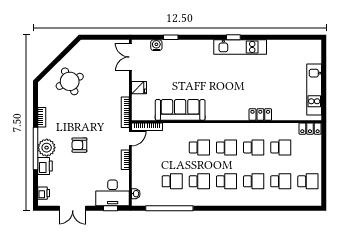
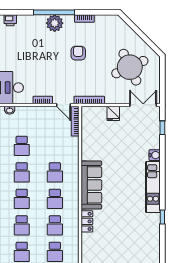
window: (171, 37) -> (162, 128), moved
window: (233, 37) -> (162, 217), moved
water cooler: (156, 45) -> (155, 155), moved
kitchen unit: (240, 47) -> (153, 187), moved
round table: (70, 81) -> (130, 67), moved, width x1.36, depth x1.36
sofa: (180, 110) -> (91, 185), moved
locker: (260, 115) -> (87, 221), moved
armchair: (79, 145) -> (78, 53), moved
printer: (45, 166) -> (37, 22), removed

